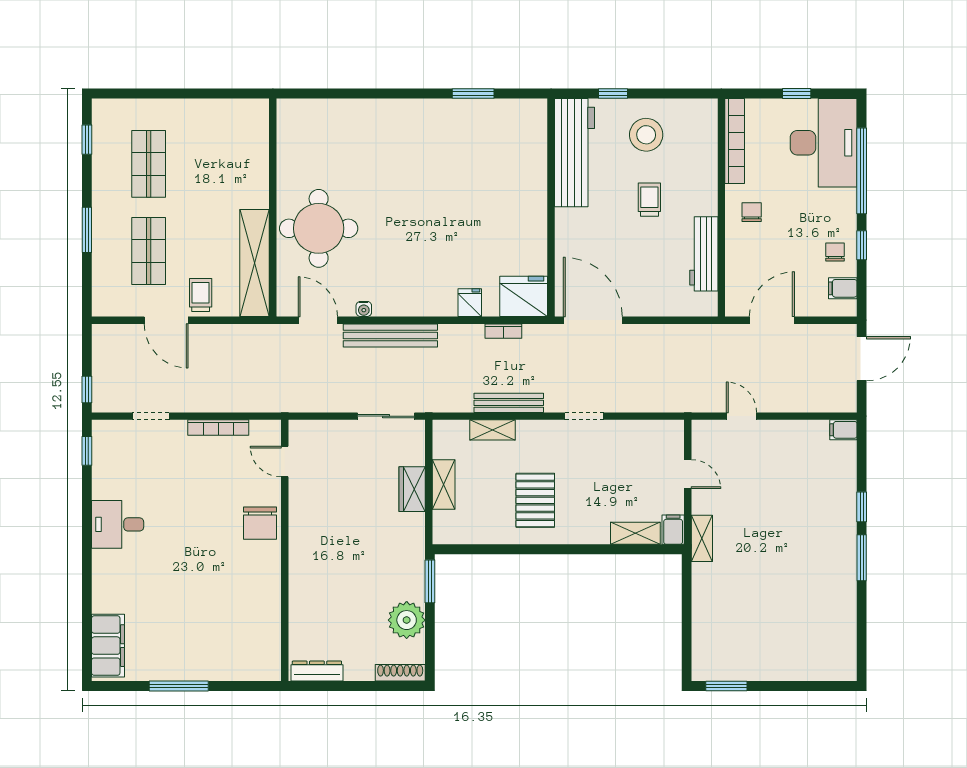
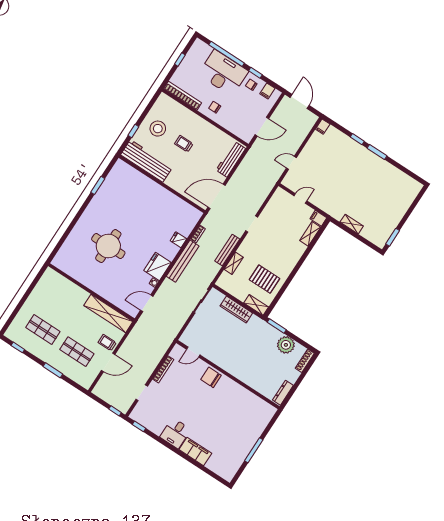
desk: (824, 143) -> (223, 73), moved
round table: (319, 228) -> (108, 246), moved
workbench: (704, 254) -> (231, 159), moved, turned 90
fridge: (524, 296) -> (158, 266), moved
door: (772, 320) -> (262, 127), swing flipped
bench: (390, 335) -> (183, 261), moved
shelving: (444, 485) -> (256, 305), moved
wardrobe: (412, 489) -> (236, 310), width x1.50
pallet: (535, 500) -> (265, 279), moved
chair: (260, 523) -> (211, 377), turned 180
shelving: (702, 538) -> (352, 224), moved
filing cabinet: (108, 646) -> (195, 451), moved

